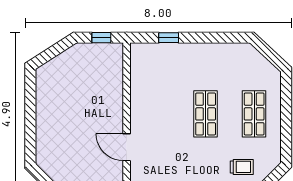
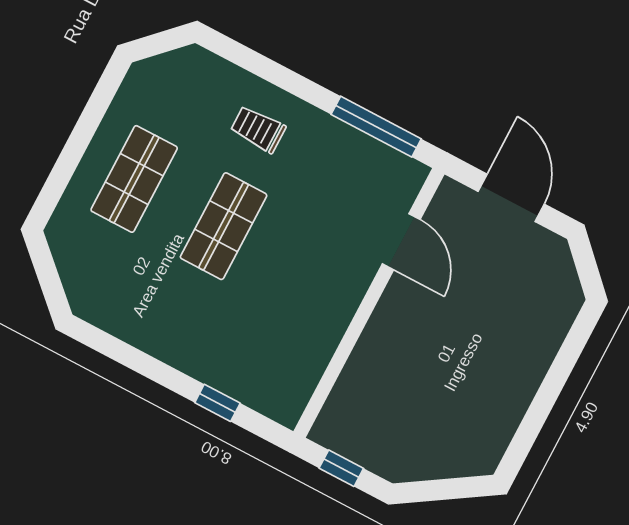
trolley: (242, 167) -> (258, 129), moved

